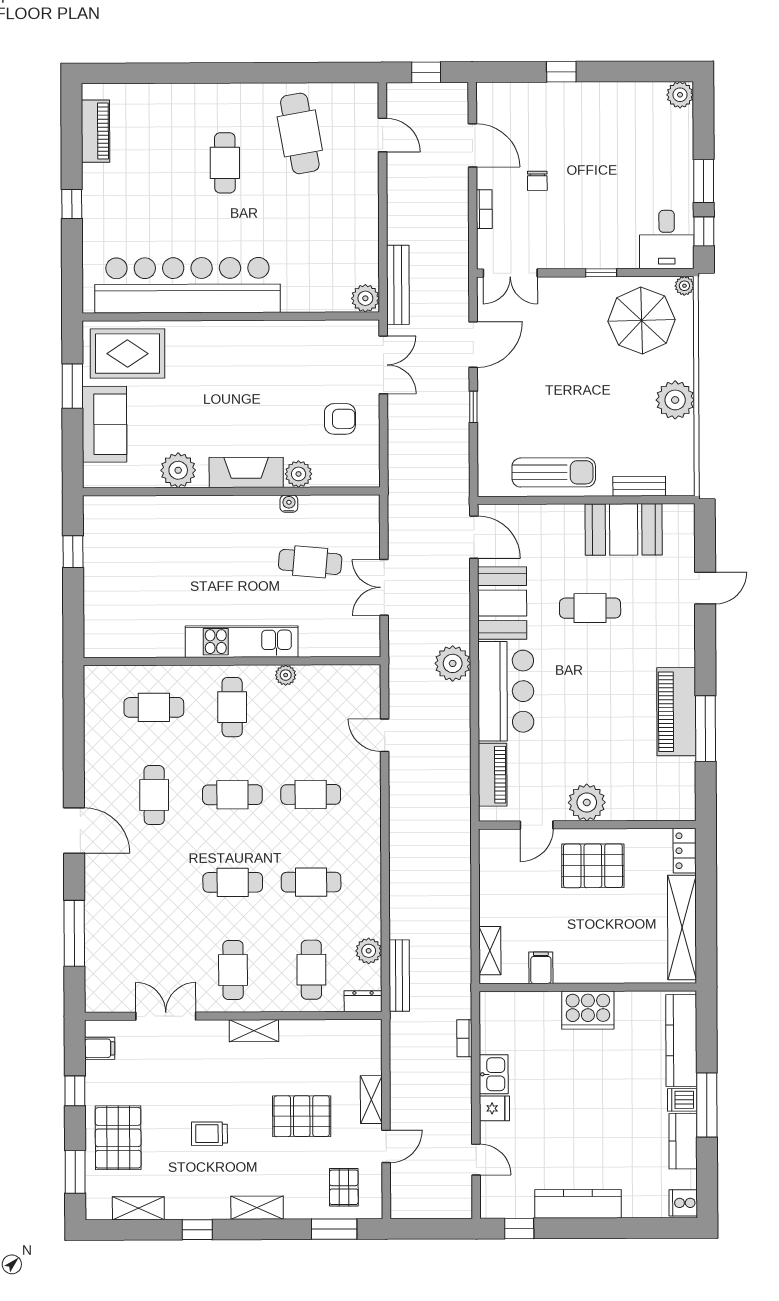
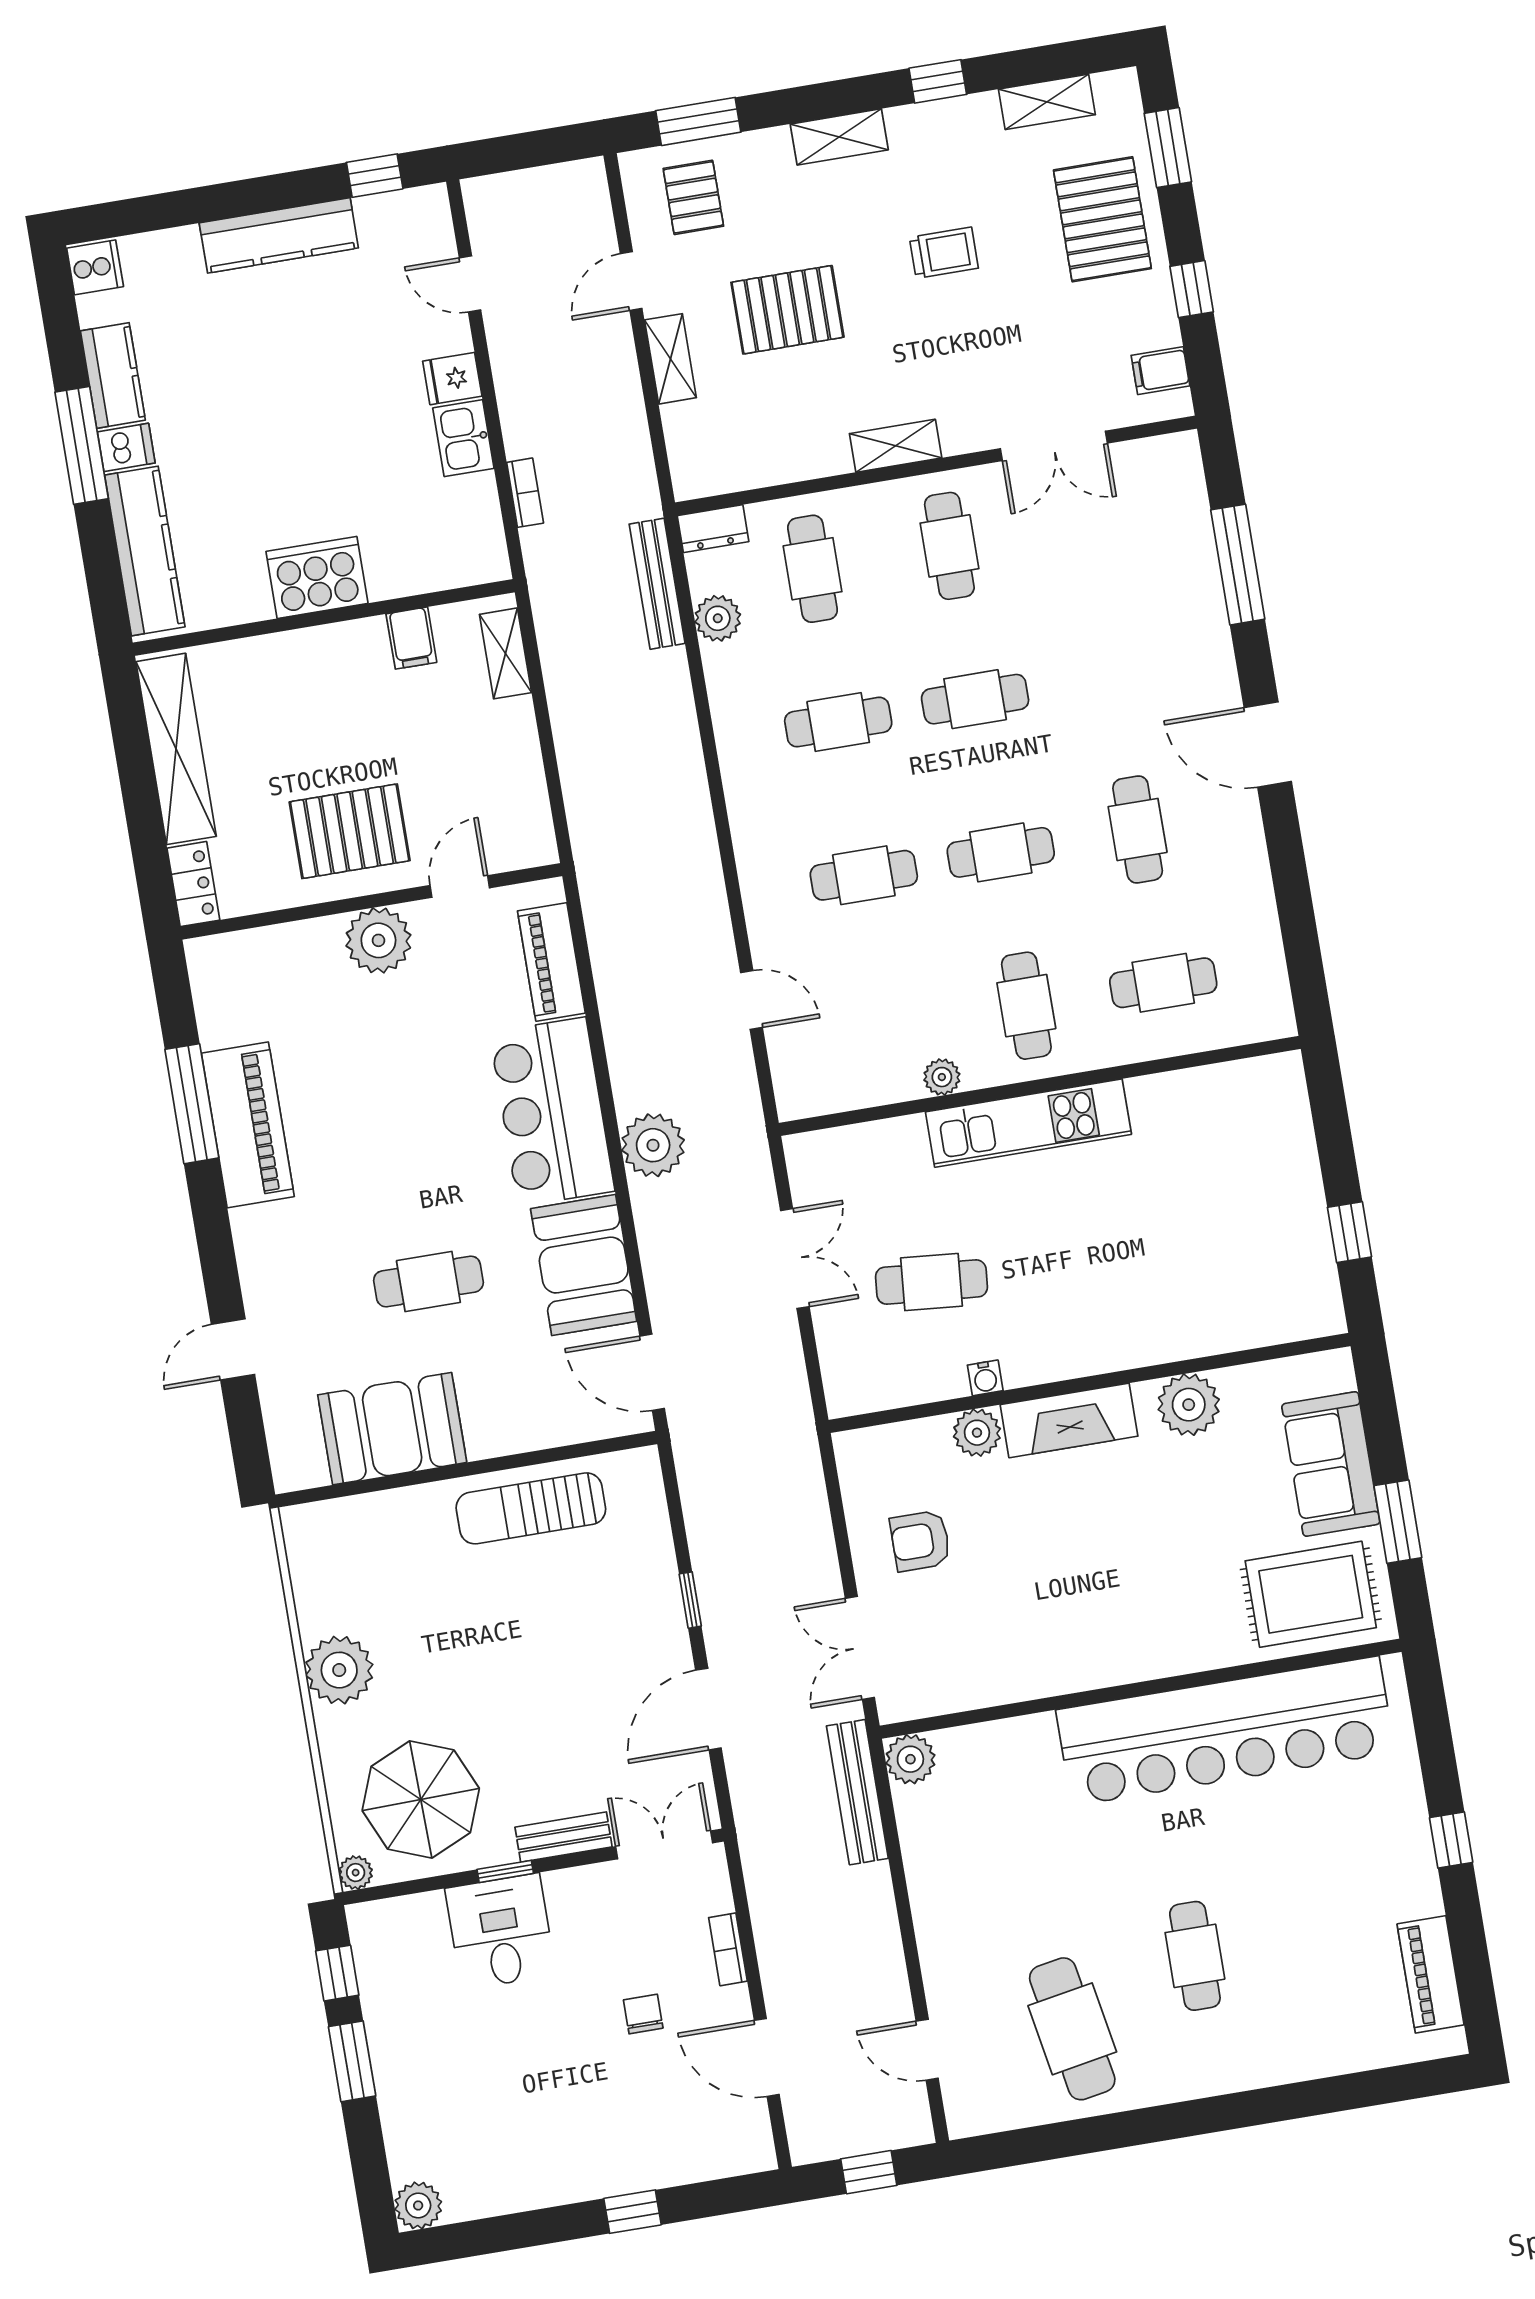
desk: (667, 239) -> (501, 1932), moved
bench: (639, 486) -> (564, 1837), moved

